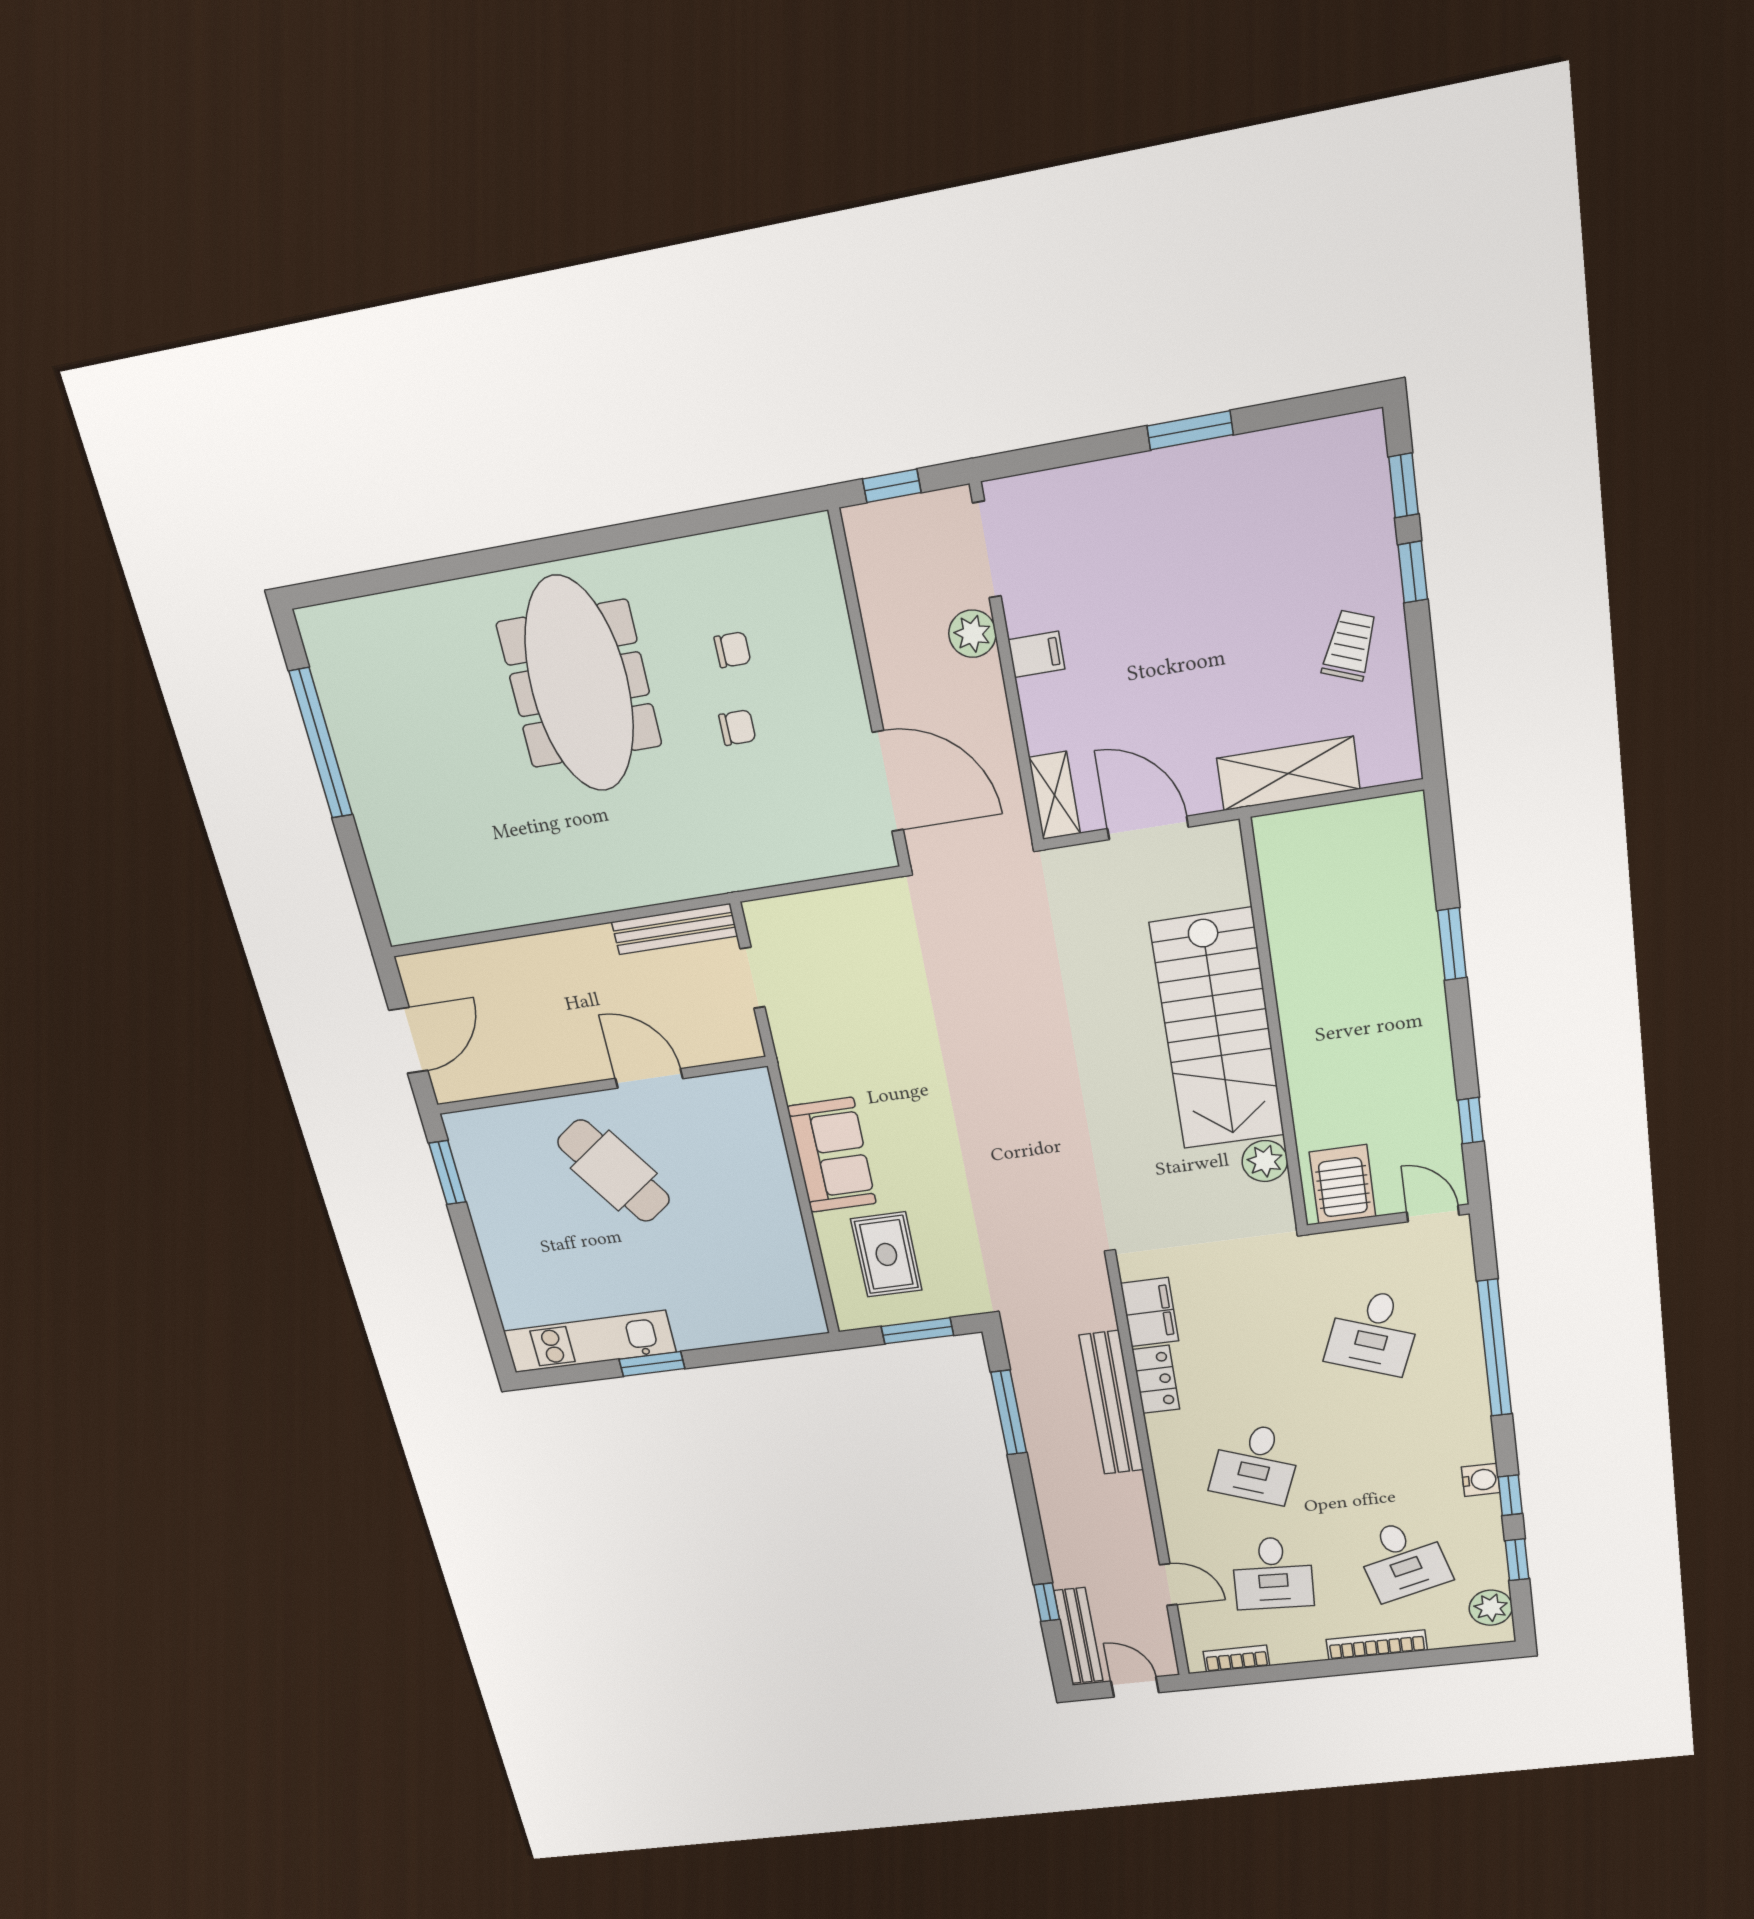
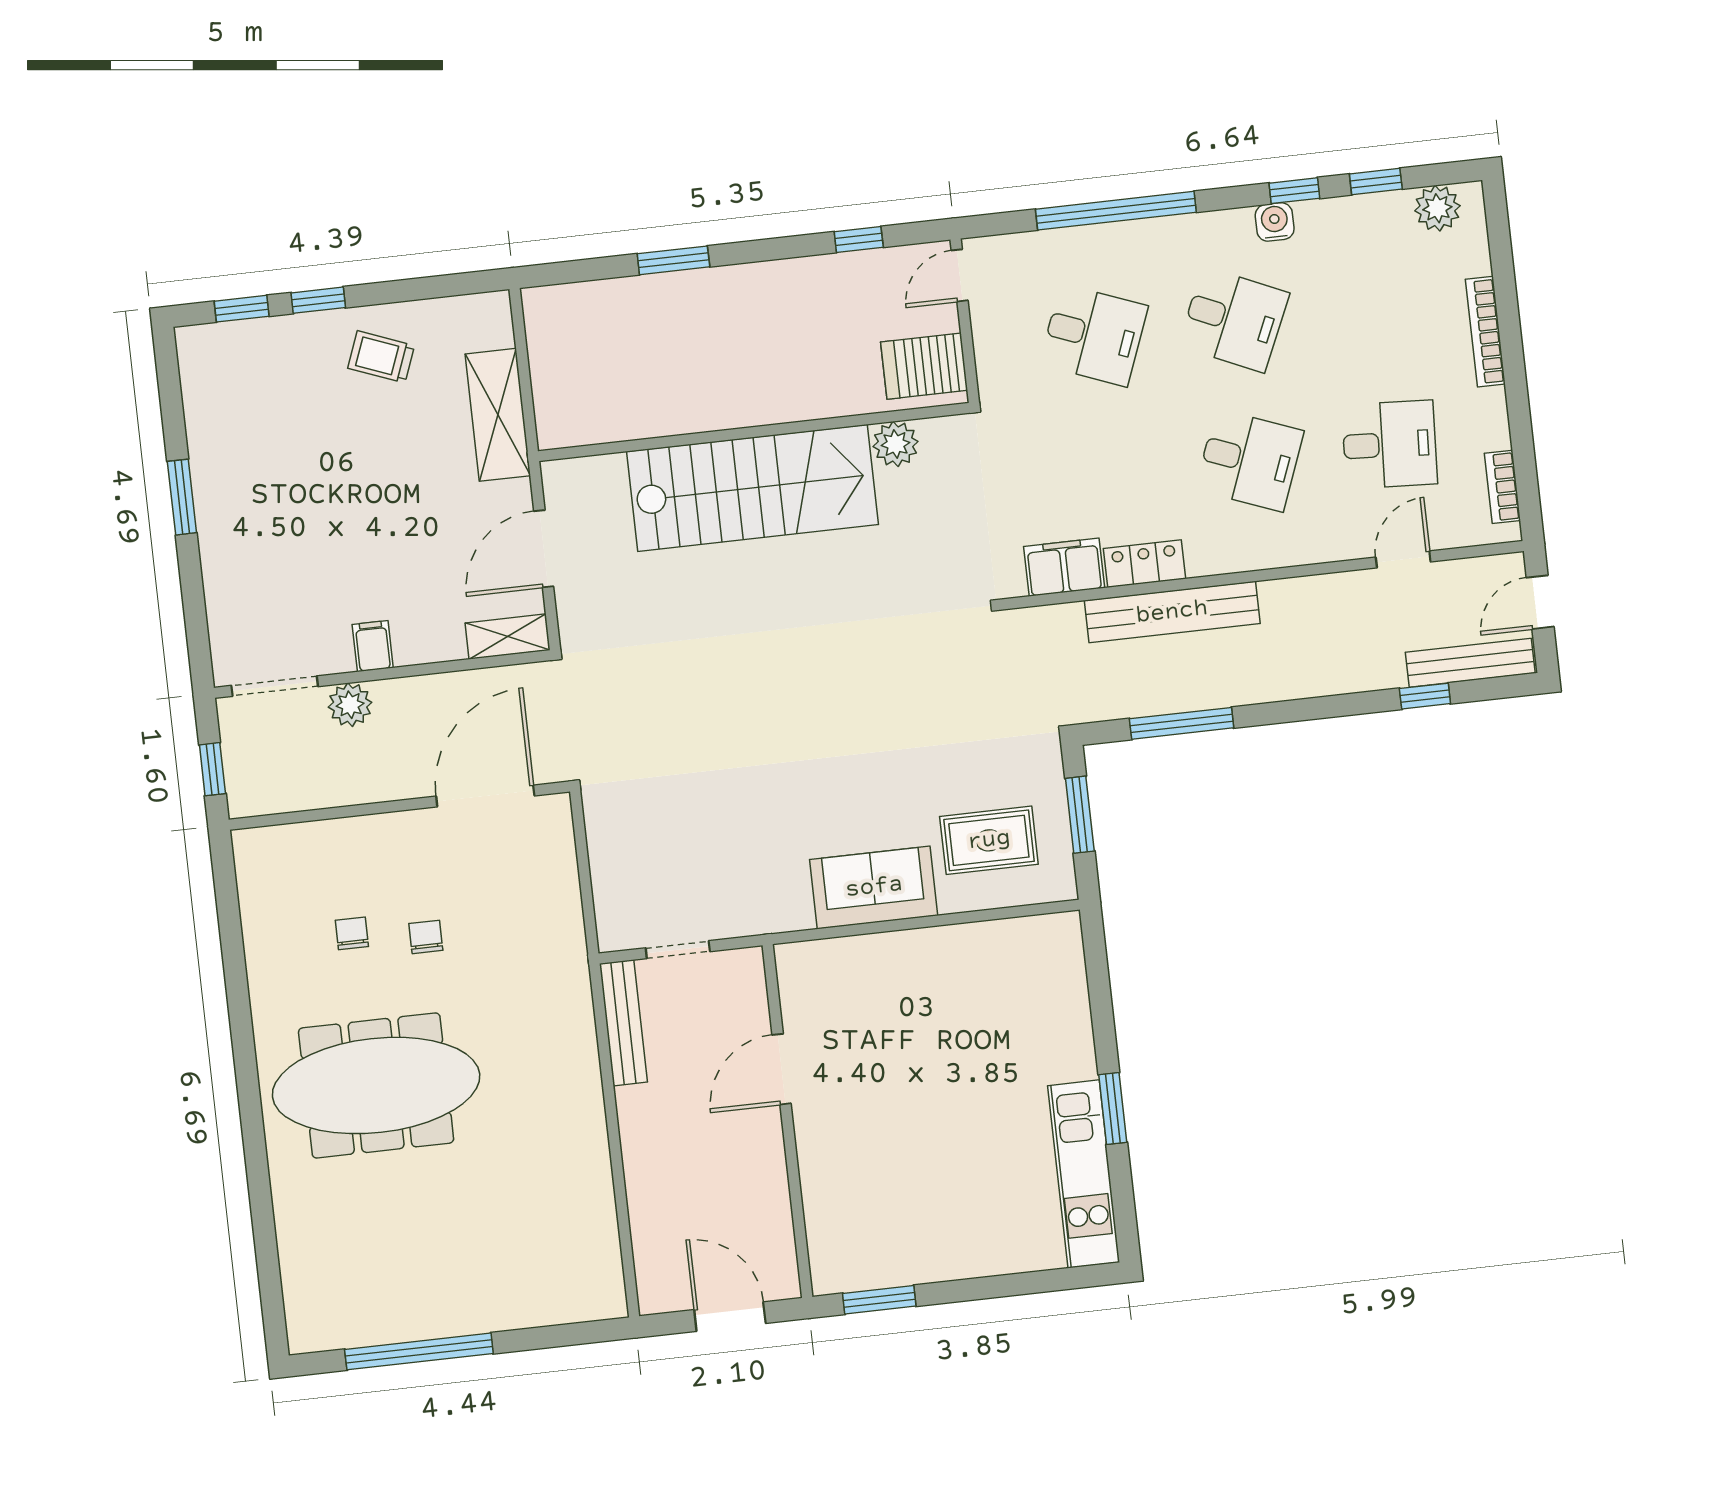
cafe table: (614, 1171) -> (883, 1120), removed
desk: (1403, 1559) -> (1234, 319), moved, turned 39

